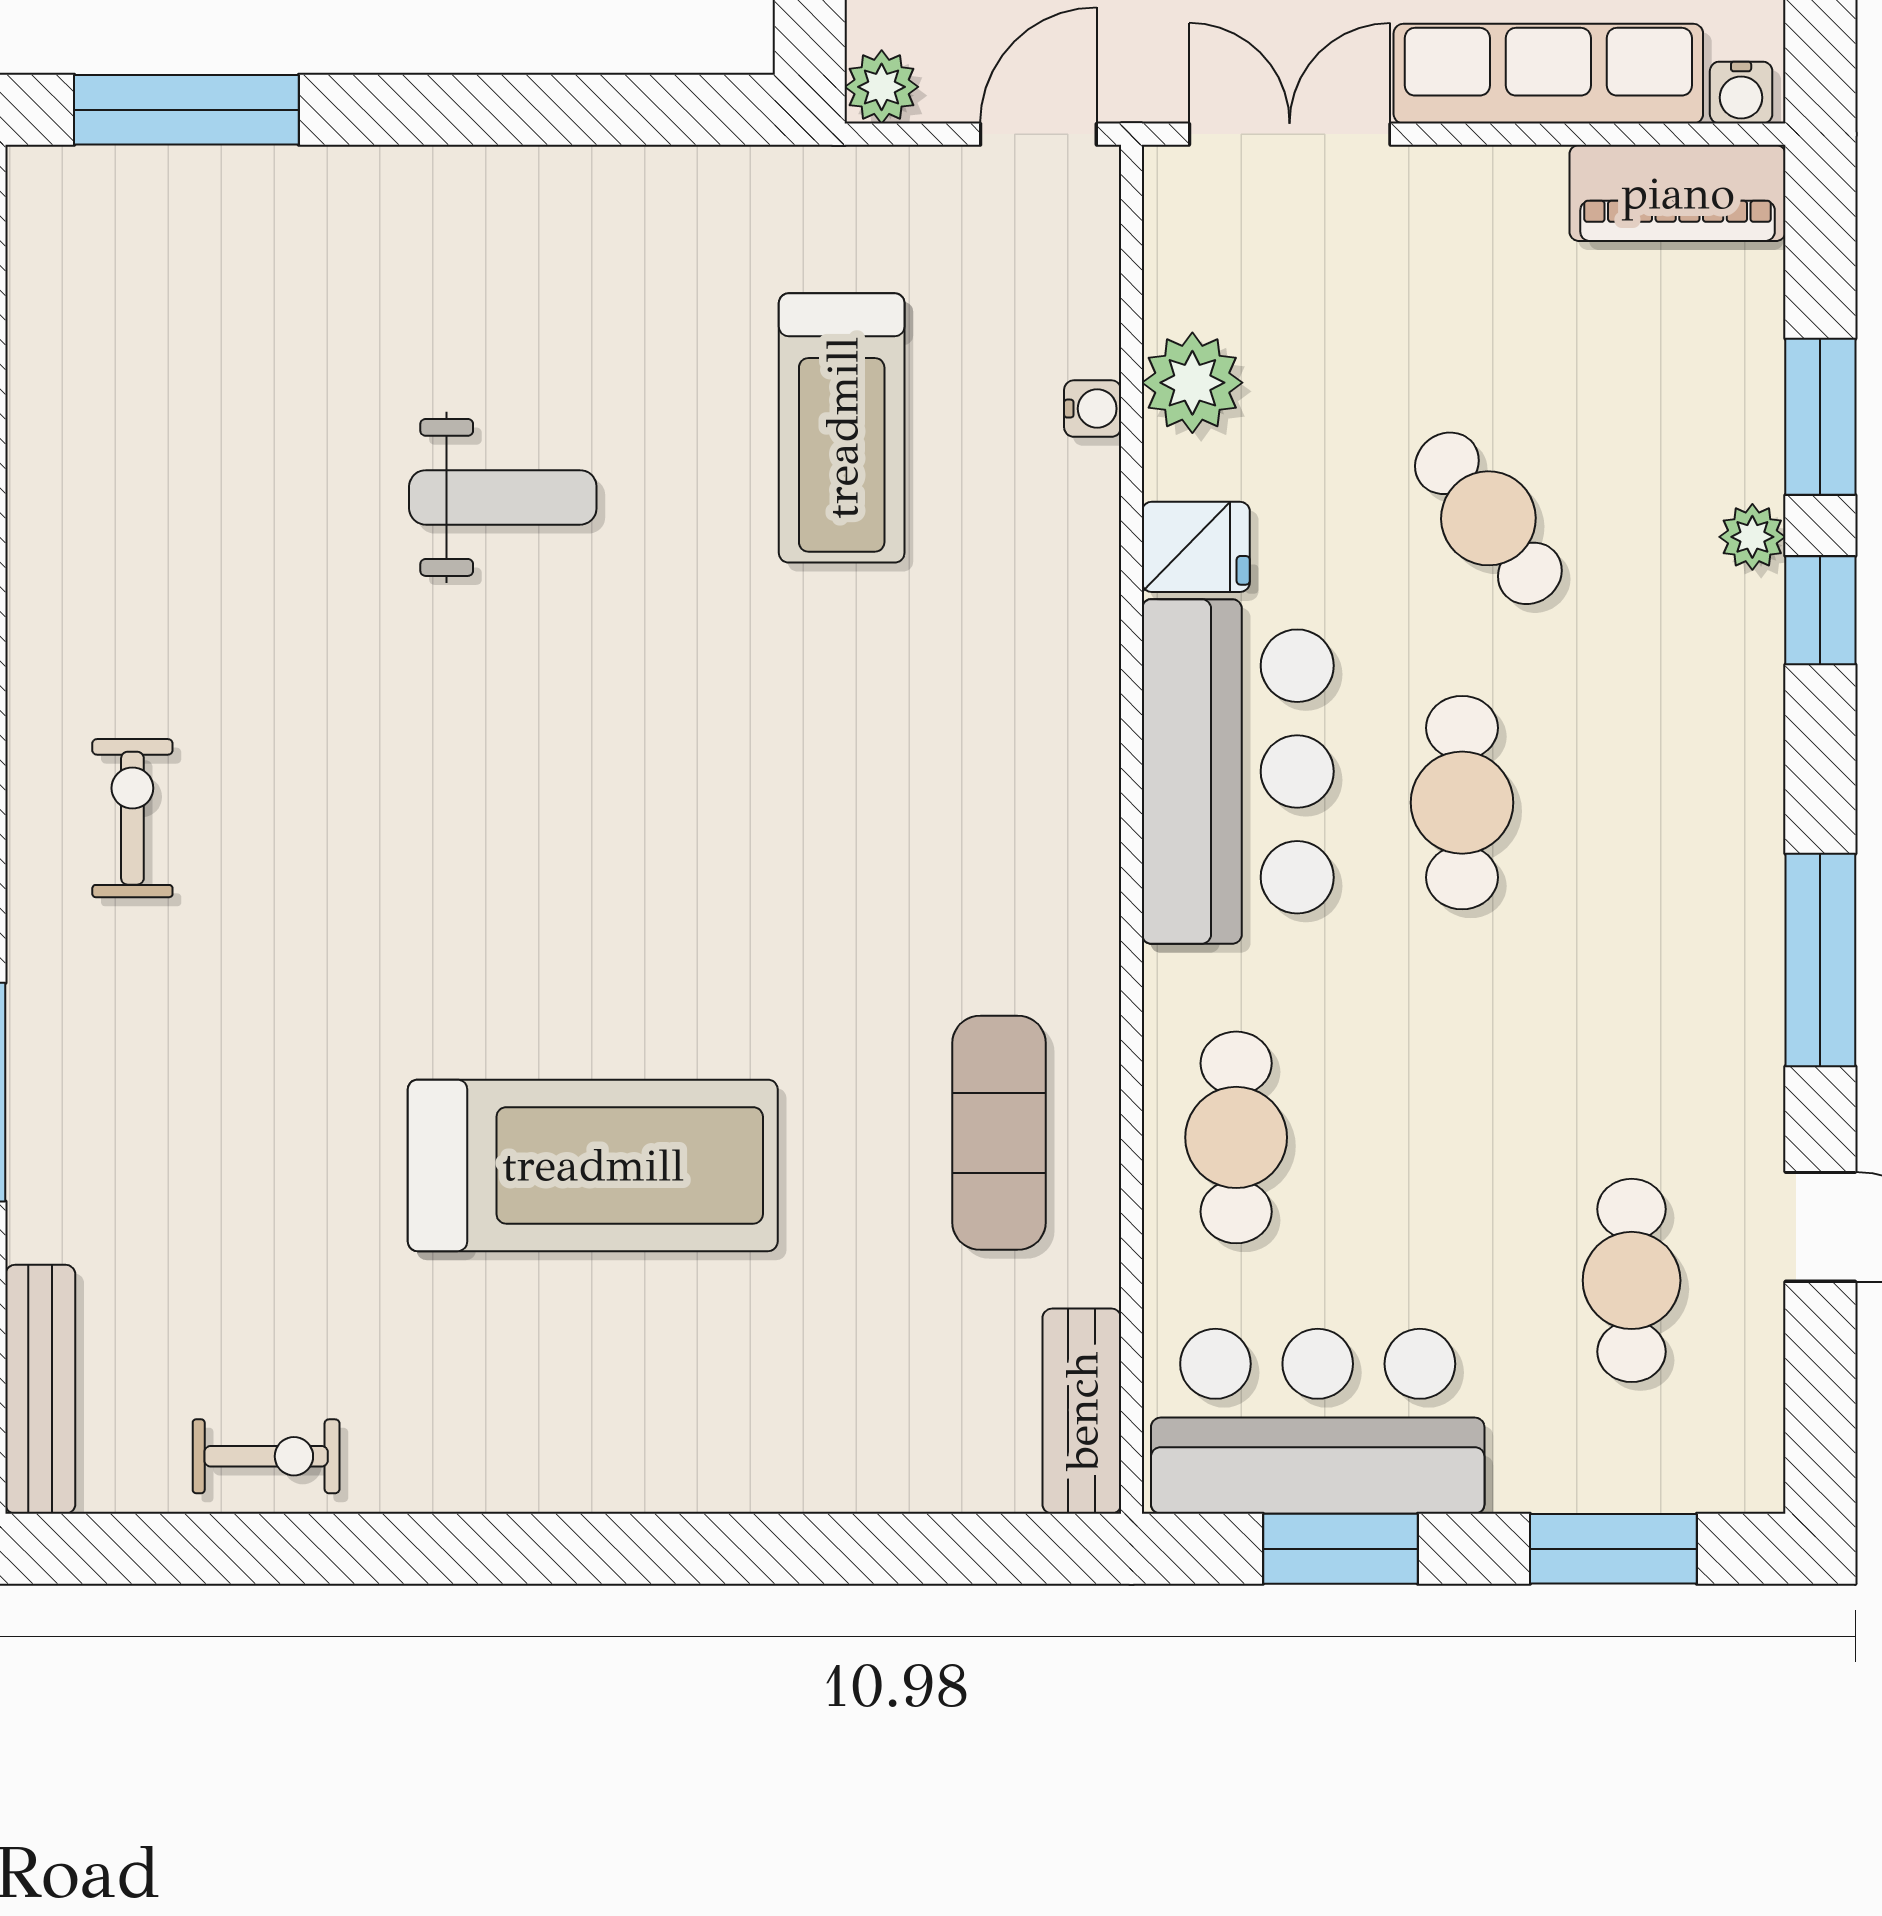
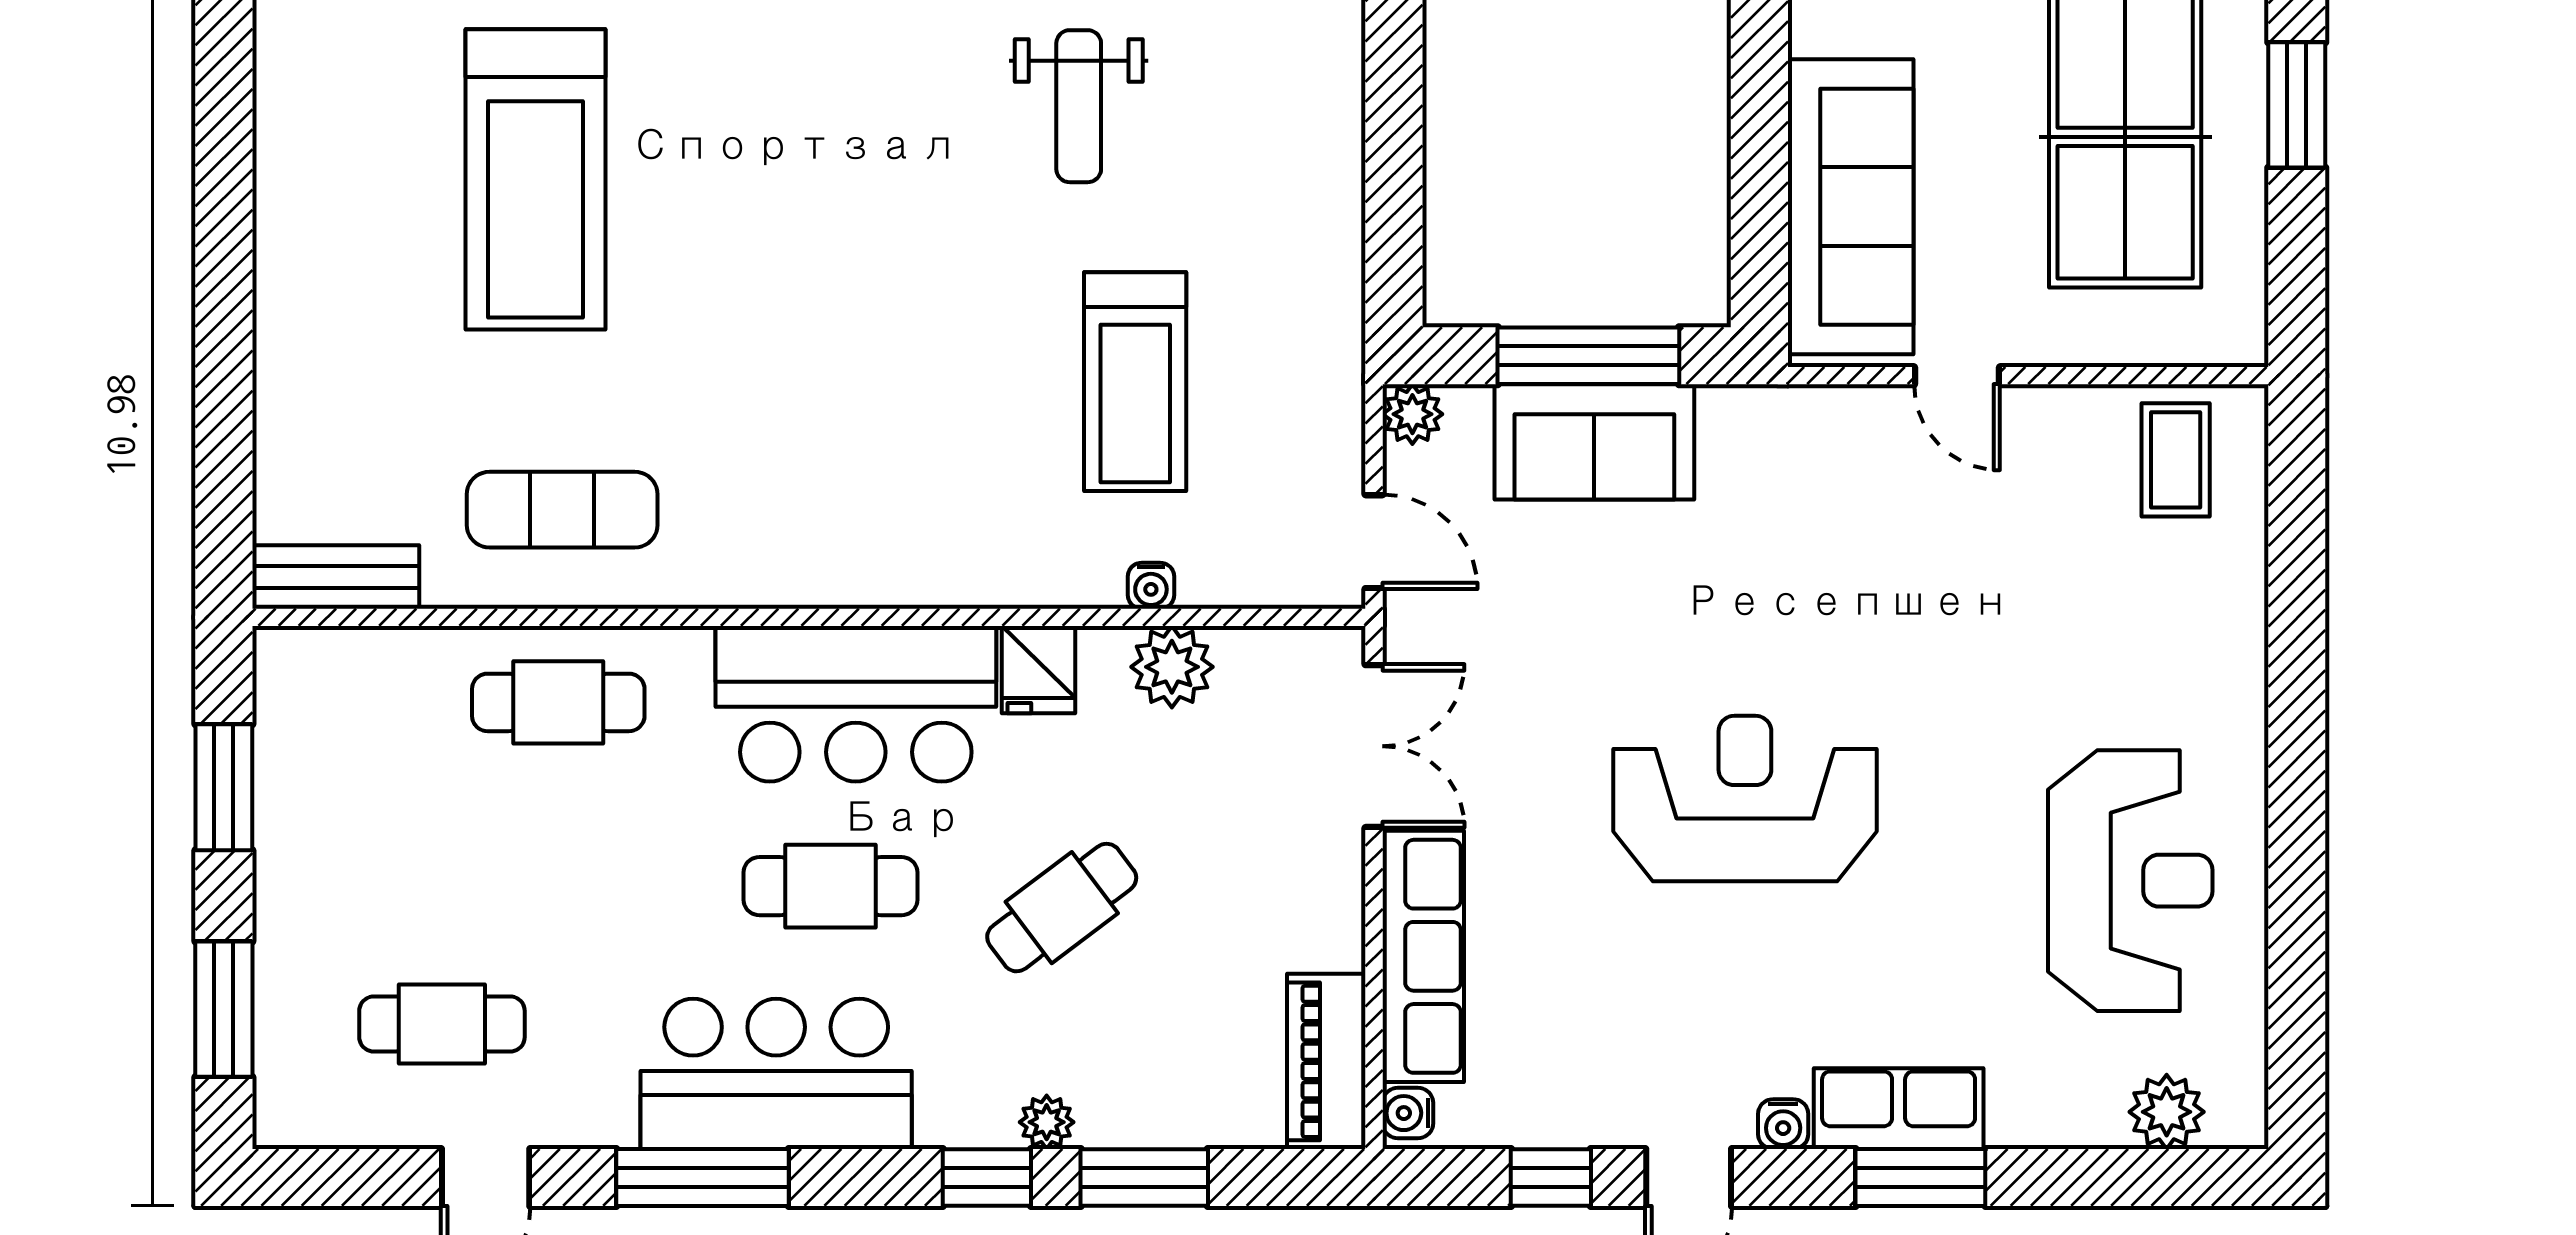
treadmill: (842, 428) -> (1135, 382), turned -90
bar counter: (1318, 1421) -> (776, 1074), moved, turned -90

